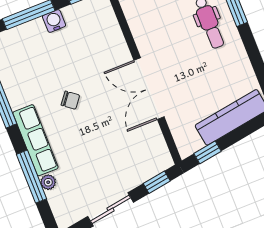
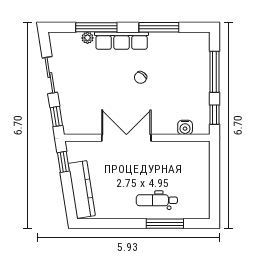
water cooler: (54, 21) -> (185, 127), moved, turned 90

